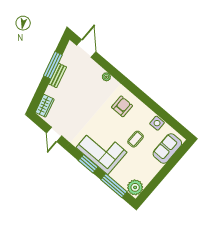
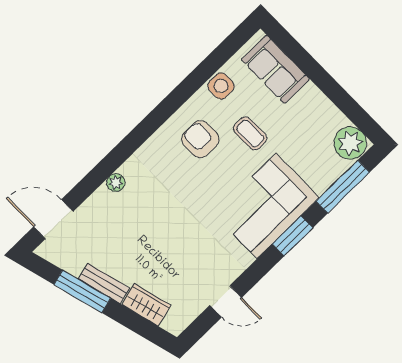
wardrobe: (45, 106) -> (146, 305), moved
armchair: (122, 106) -> (200, 139), moved

